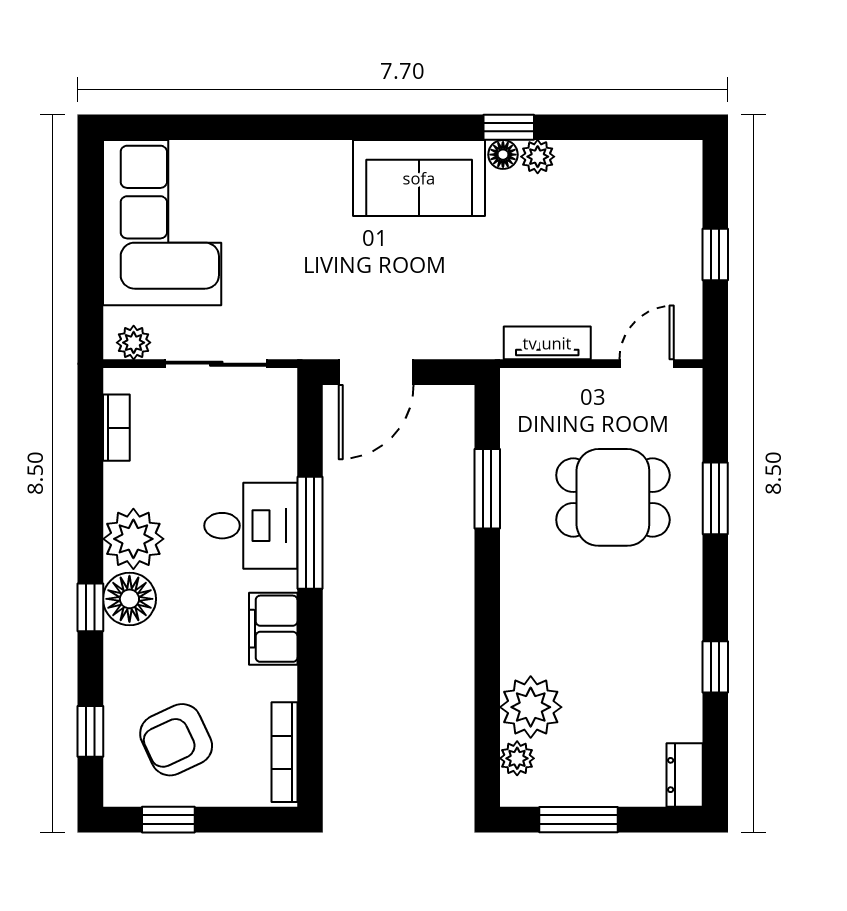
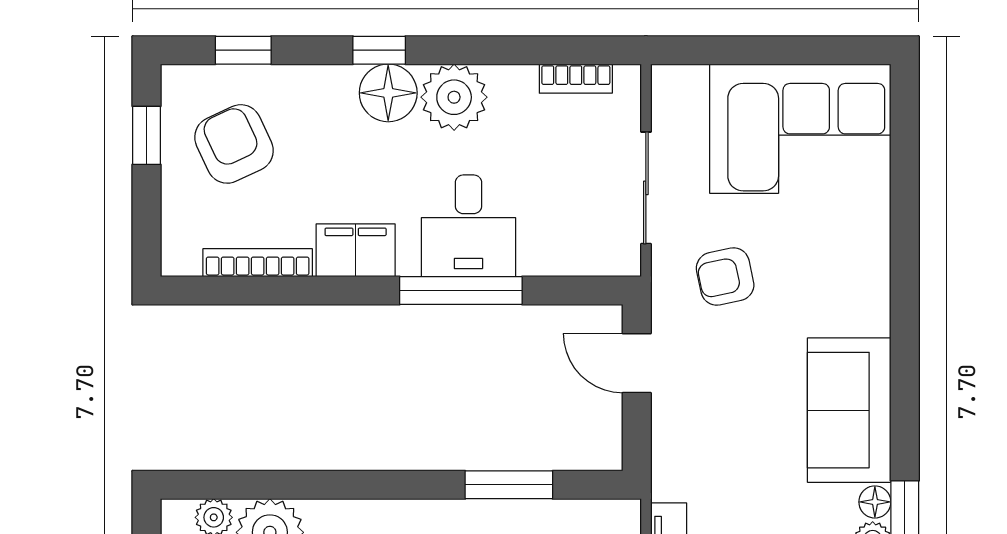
armchair: (297, 291) -> (725, 277), added
plant: (134, 343) -> (669, 97), removed
door: (376, 372) -> (637, 363), width x0.73
bookcase: (284, 752) -> (258, 263), moved

